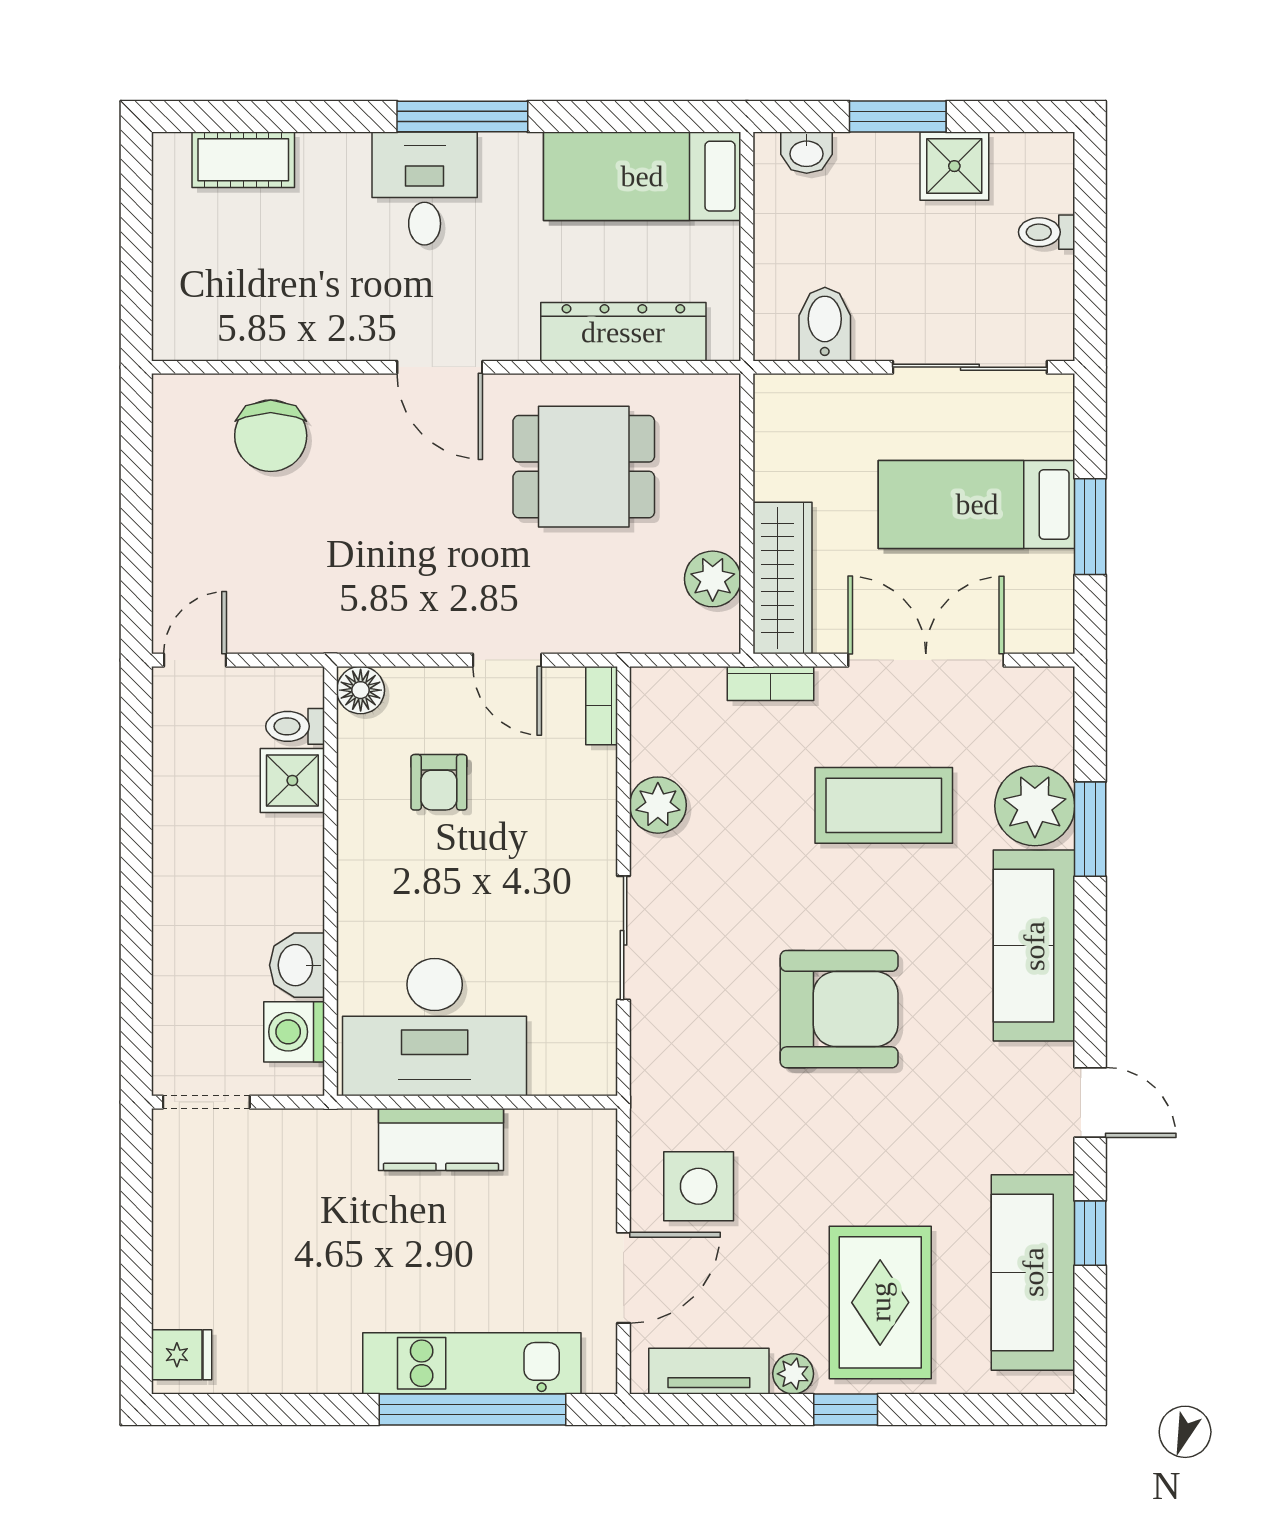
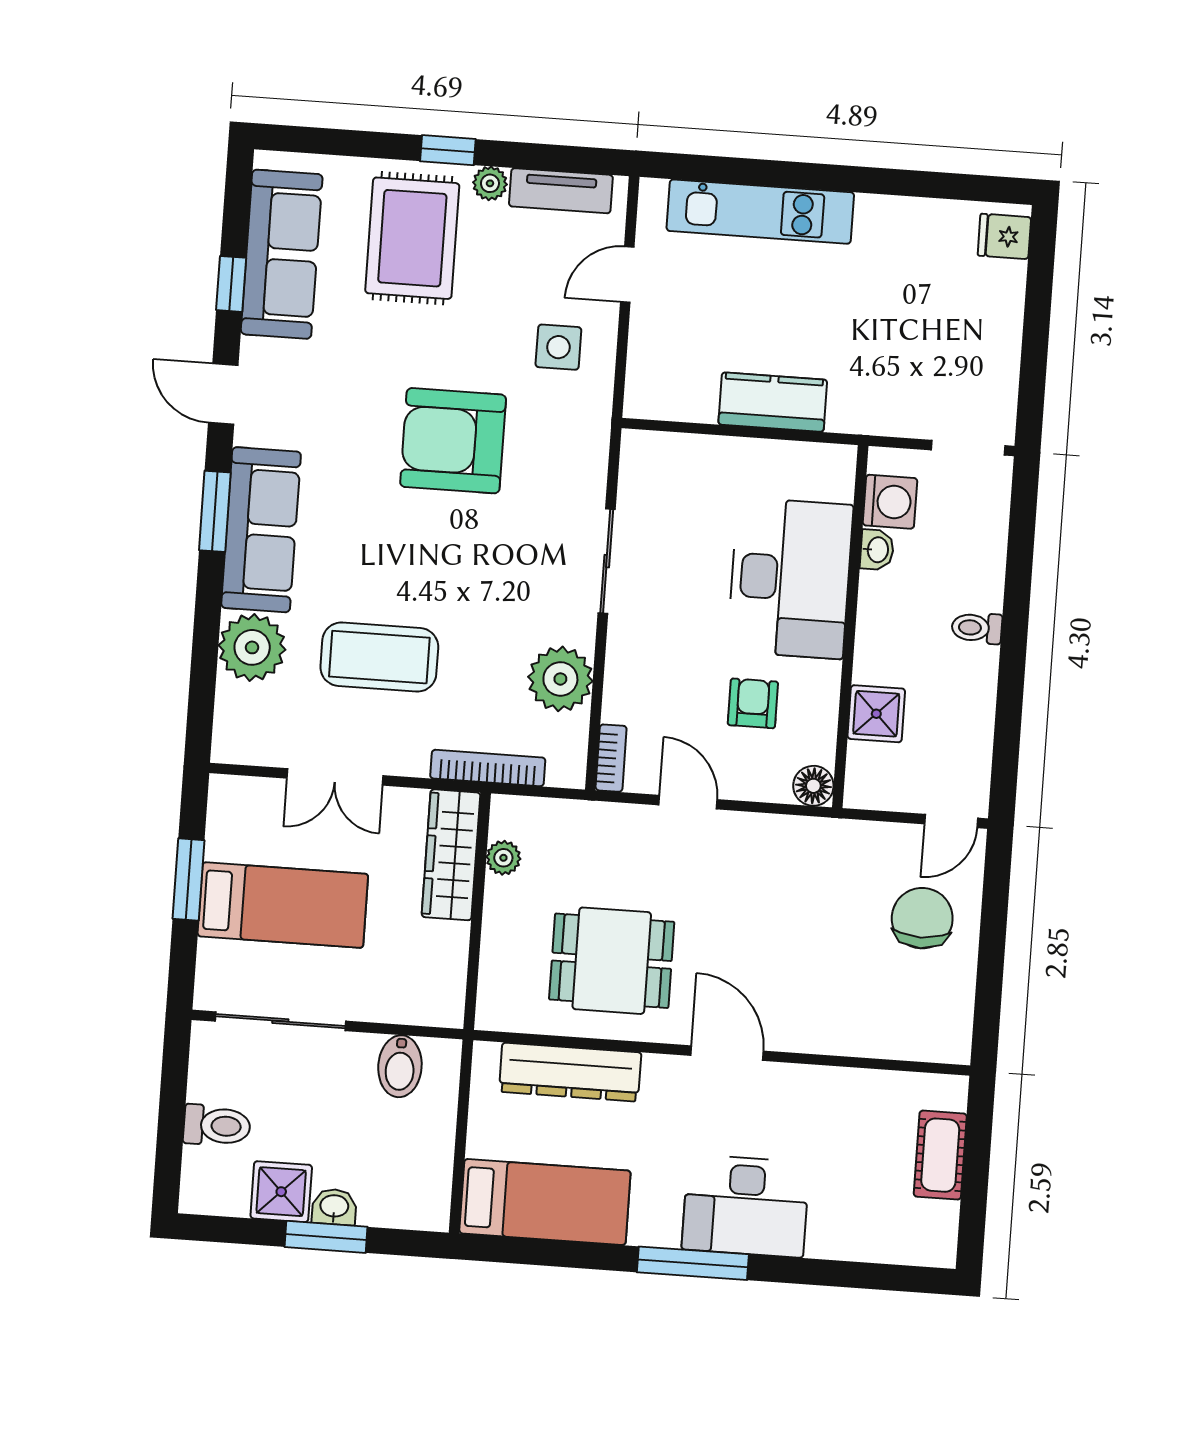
washbasin: (807, 153) -> (334, 1207), moved
cot: (243, 160) -> (940, 1155), moved, turned 90
desk: (425, 188) -> (746, 1206), width x1.37
toilet: (1047, 232) -> (217, 1126), width x1.37, depth x1.39
chair: (271, 436) -> (922, 918), moved
plant: (713, 579) -> (503, 858), width x0.73, depth x0.73
double door: (926, 660) -> (335, 777), width x0.73
bookcase: (770, 684) -> (488, 768), width x1.56
toilet: (295, 726) -> (977, 628), moved, turned 180
plant: (658, 805) -> (560, 679), width x1.36, depth x1.36
window: (1090, 829) -> (215, 511), moved
washbasin: (297, 965) -> (877, 550), width x0.72, depth x0.69
armchair: (839, 1009) -> (453, 441), moved
desk: (435, 1027) -> (790, 578), moved, turned 90
side table: (699, 1186) -> (558, 347), width x0.73, depth x0.73
door: (624, 1278) -> (627, 275), width x0.73
window: (473, 1409) -> (762, 173), removed

